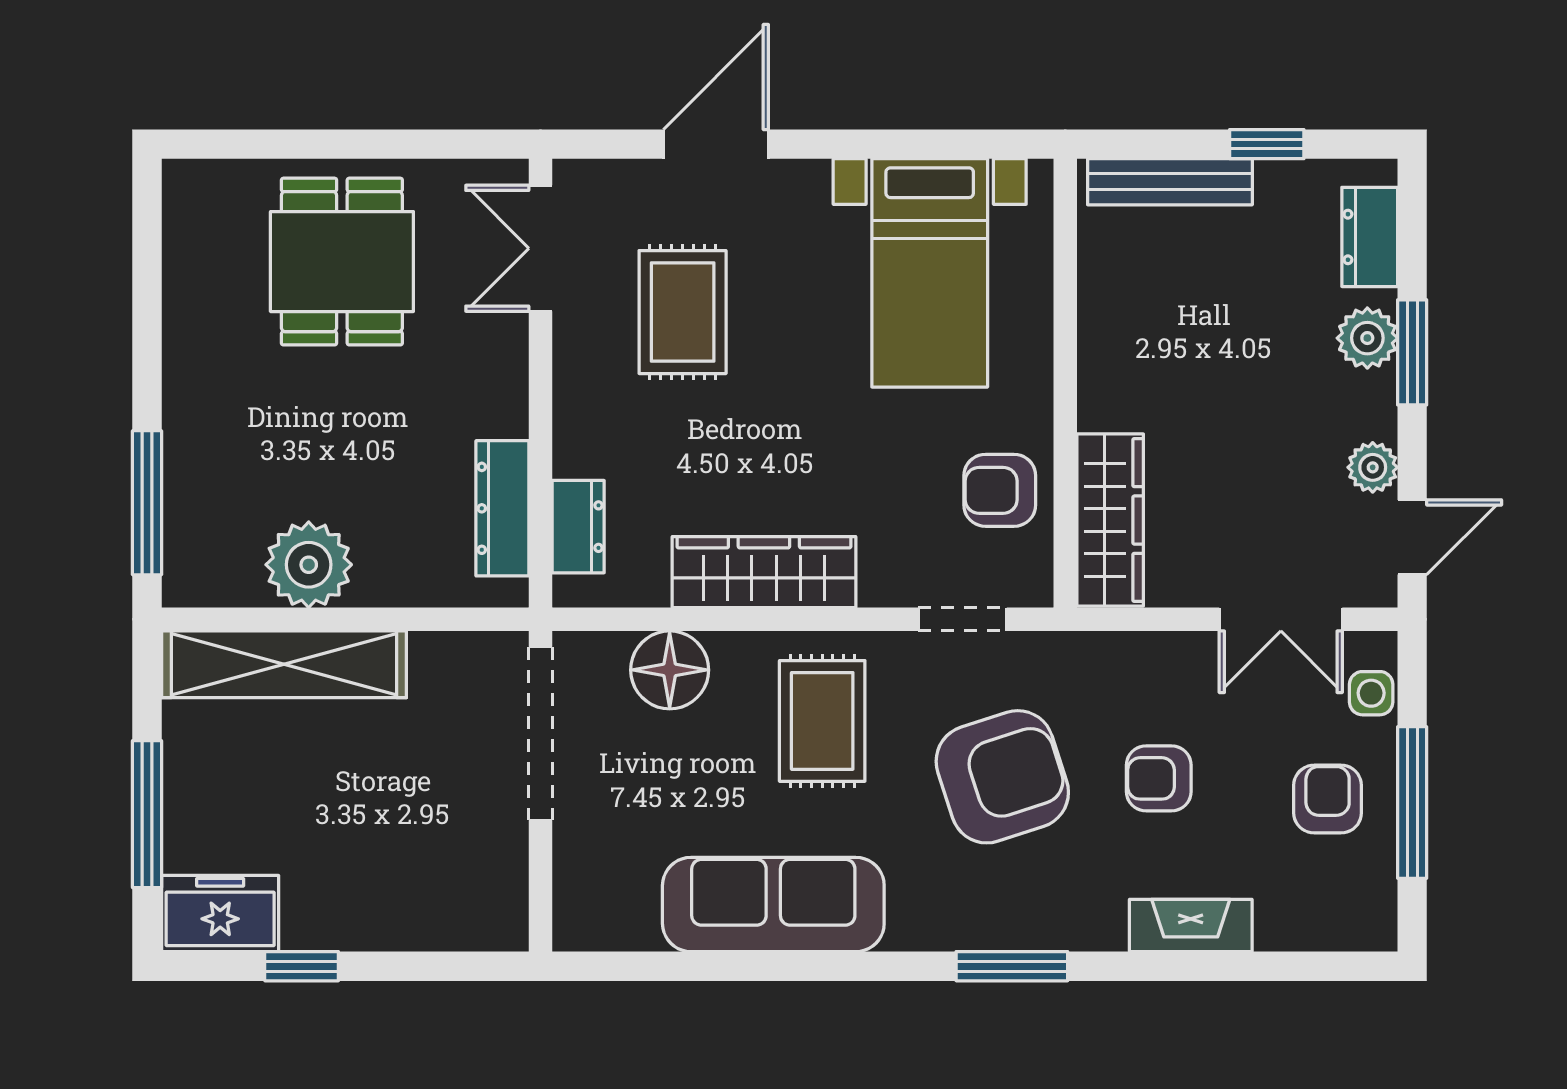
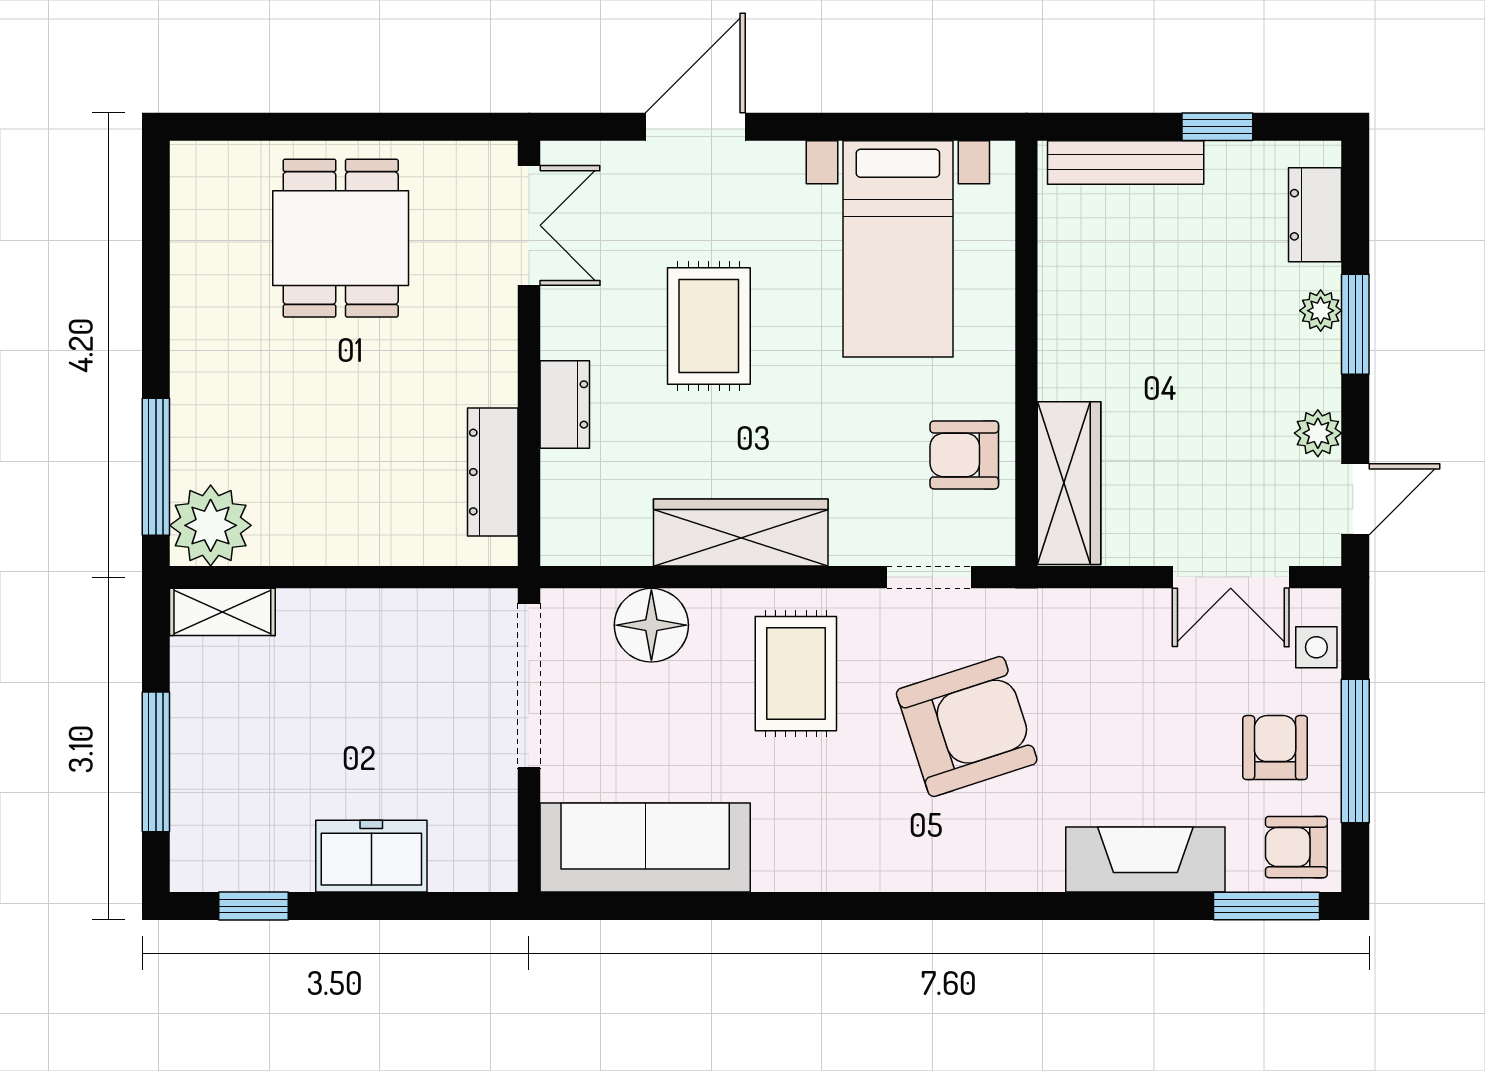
double door: (541, 248) -> (529, 225), swing flipped
rug: (683, 312) -> (709, 326), moved
plant: (1367, 338) -> (1321, 311), width x0.73, depth x0.73
dresser: (578, 527) -> (565, 404), moved
plant: (309, 565) -> (211, 525), moved
shelving: (284, 664) -> (222, 612), width x0.45, depth x0.75
armchair: (1159, 778) -> (1296, 847), moved
sofa: (773, 905) -> (645, 848), moved
freezer: (220, 914) -> (371, 856), moved
fireplace: (1191, 925) -> (1145, 860), width x1.37, depth x1.32
window: (302, 966) -> (254, 906), moved
window: (1012, 966) -> (1266, 906), moved

